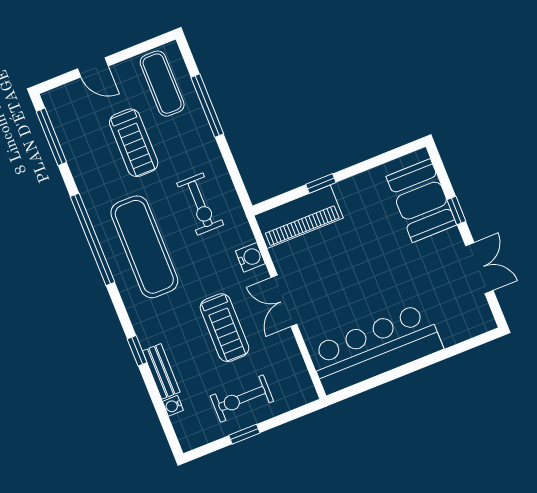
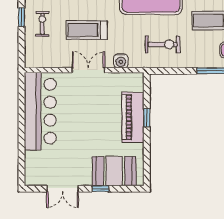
exercise bike: (200, 204) -> (163, 44), turned 180
piano: (299, 217) -> (133, 117), moved
exercise bike: (242, 399) -> (42, 24), width x0.73, depth x0.72

